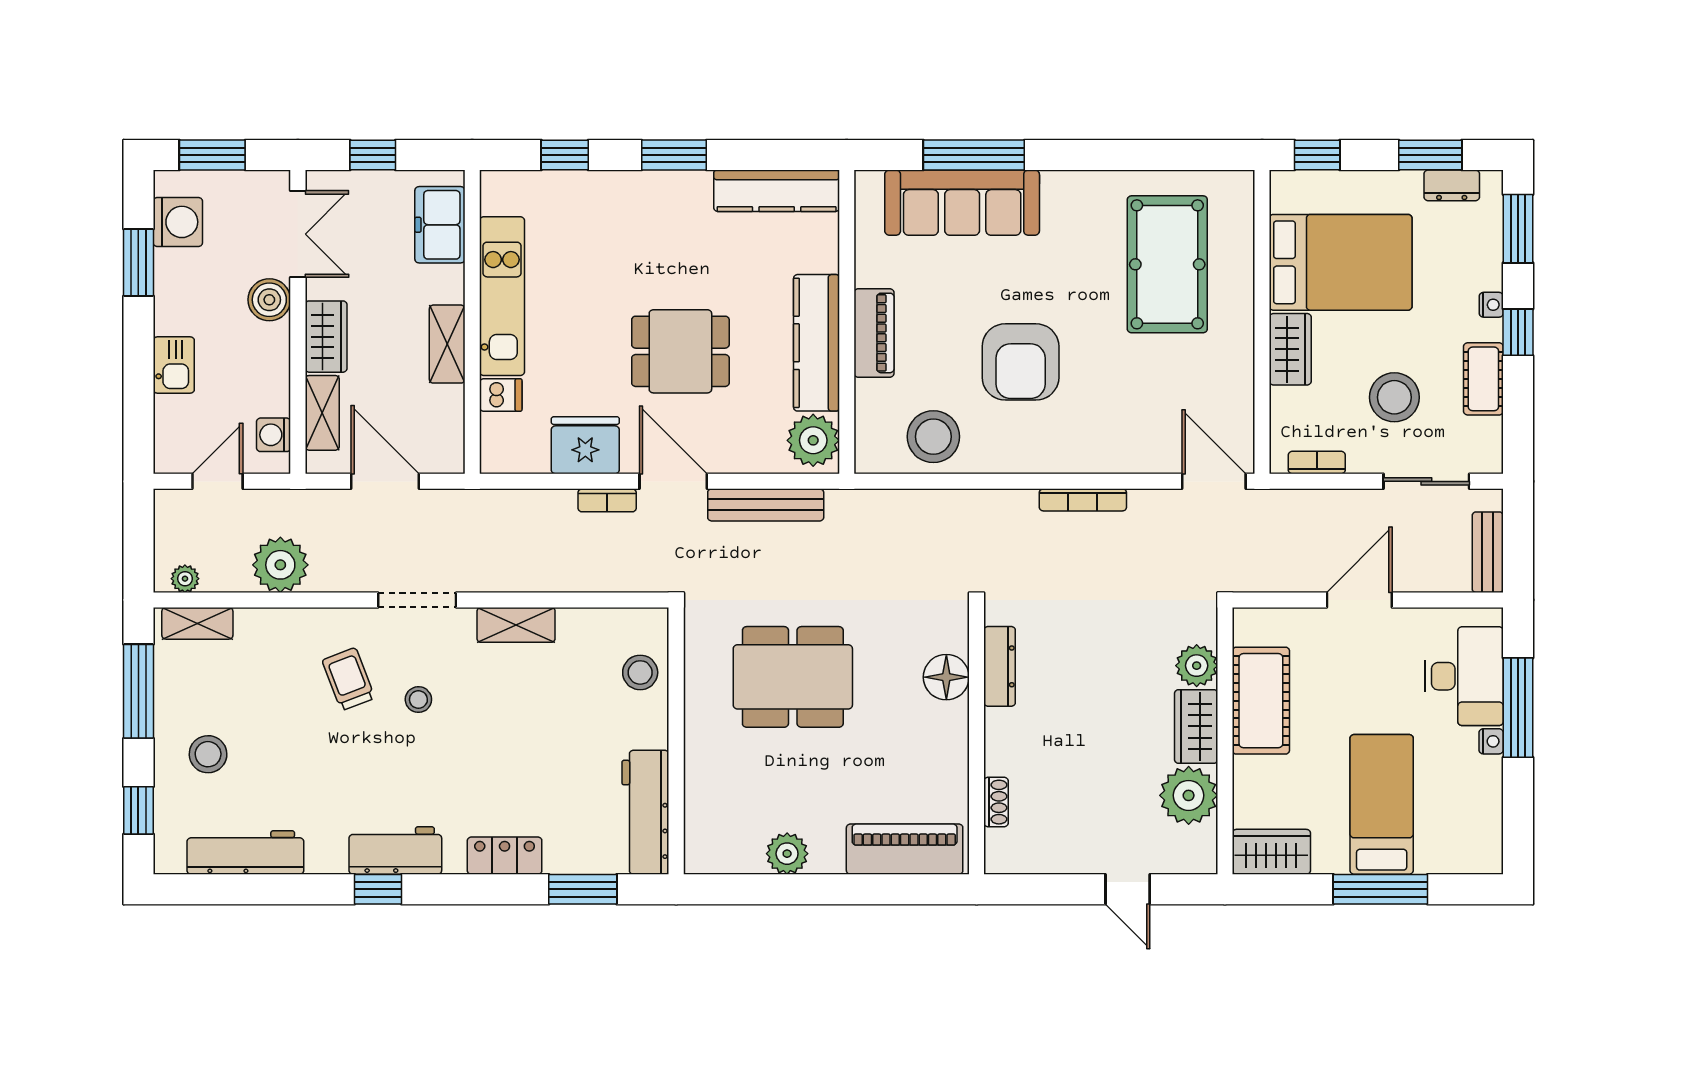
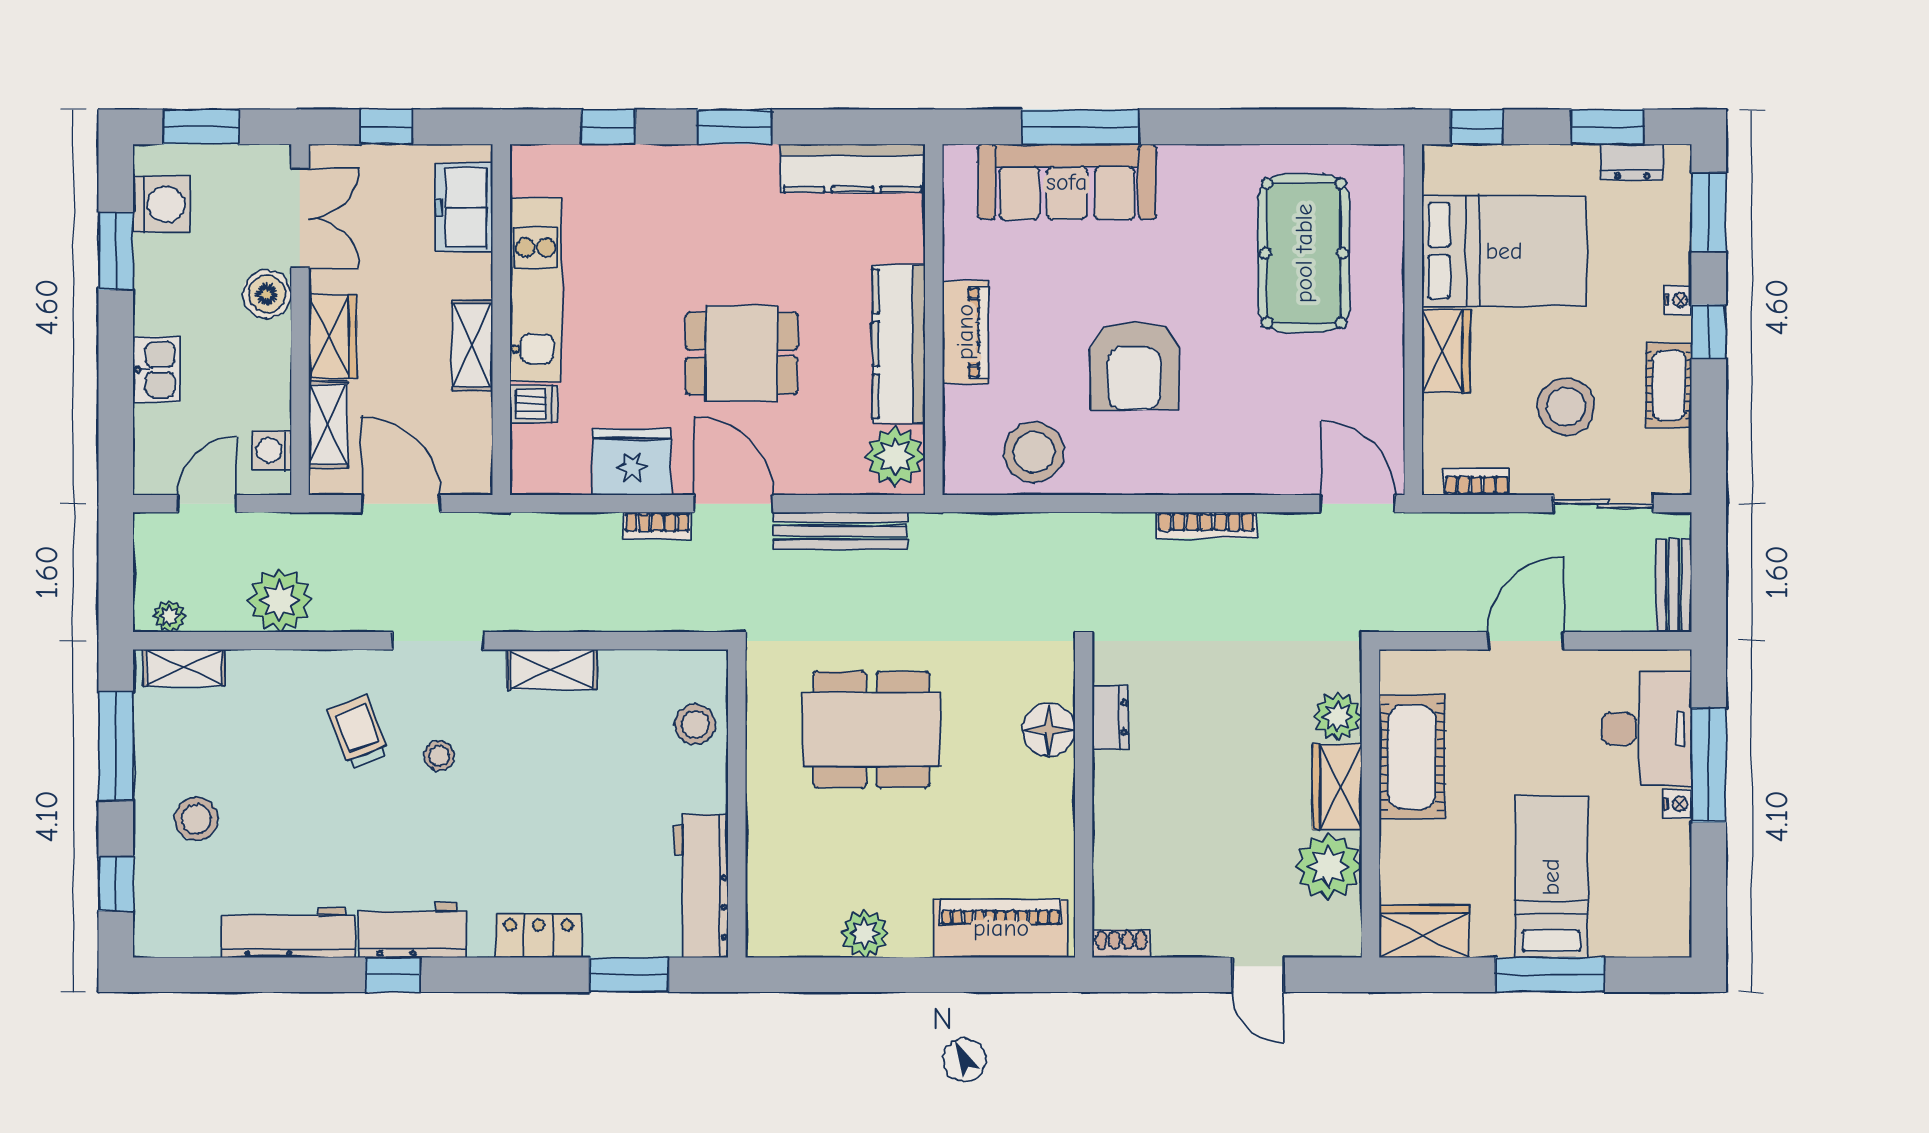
dresser: (1000, 666) -> (1110, 717), width x0.70
shoe rack: (996, 802) -> (1121, 944), moved, turned -90
workbench: (245, 853) -> (288, 932), moved

